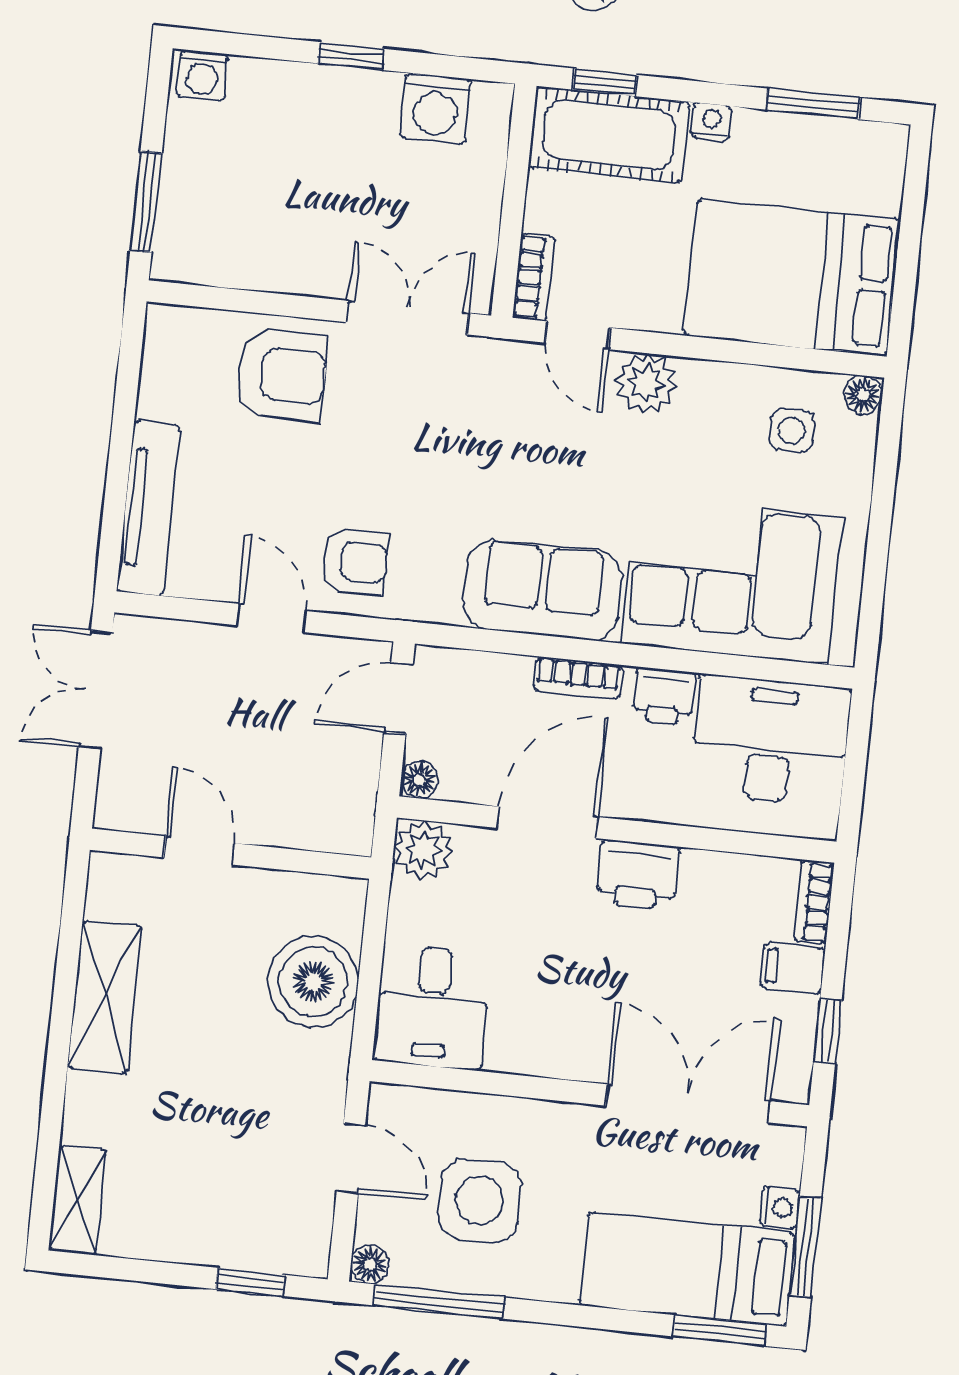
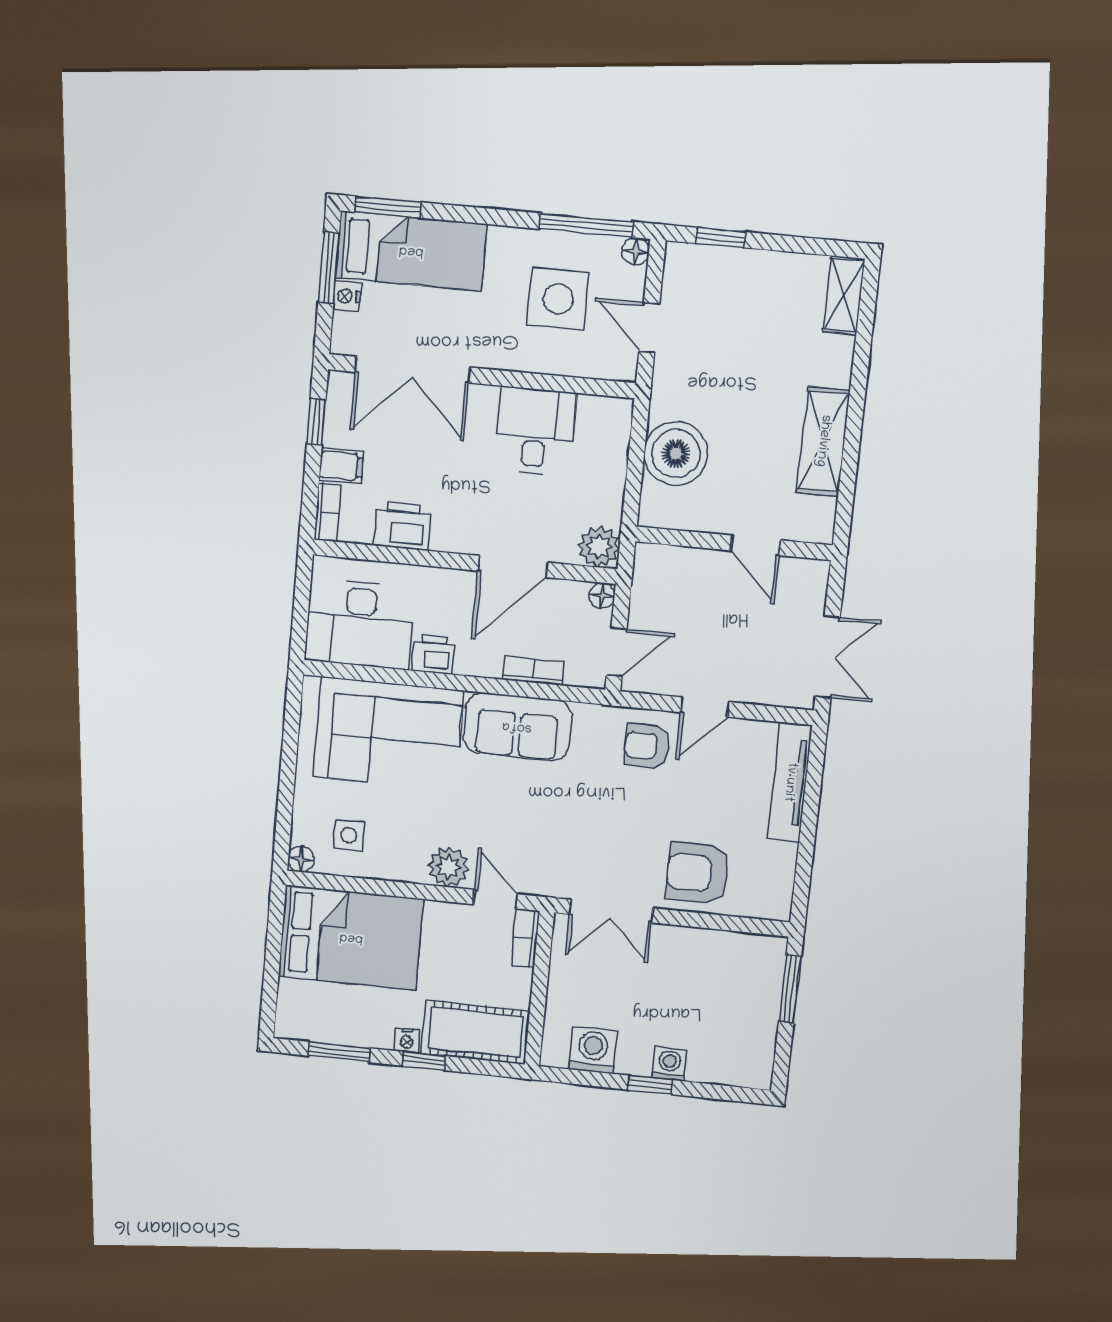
washing machine: (202, 75) -> (669, 1064), moved
window: (605, 82) -> (424, 1061), moved
door: (271, 618) -> (705, 707), hinge flipped
bookcase: (578, 678) -> (533, 671), moved
printer: (637, 875) -> (402, 526), moved
desk: (432, 1007) -> (535, 431), moved

